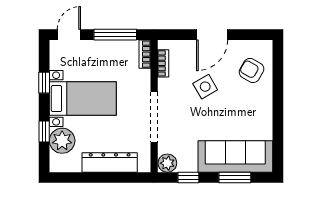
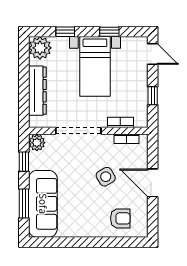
window: (115, 35) -> (153, 96), width x0.46
bookcase: (145, 54) -> (120, 122), moved
armchair: (252, 70) -> (120, 218), turned 60
plant: (62, 141) -> (40, 48), moved

